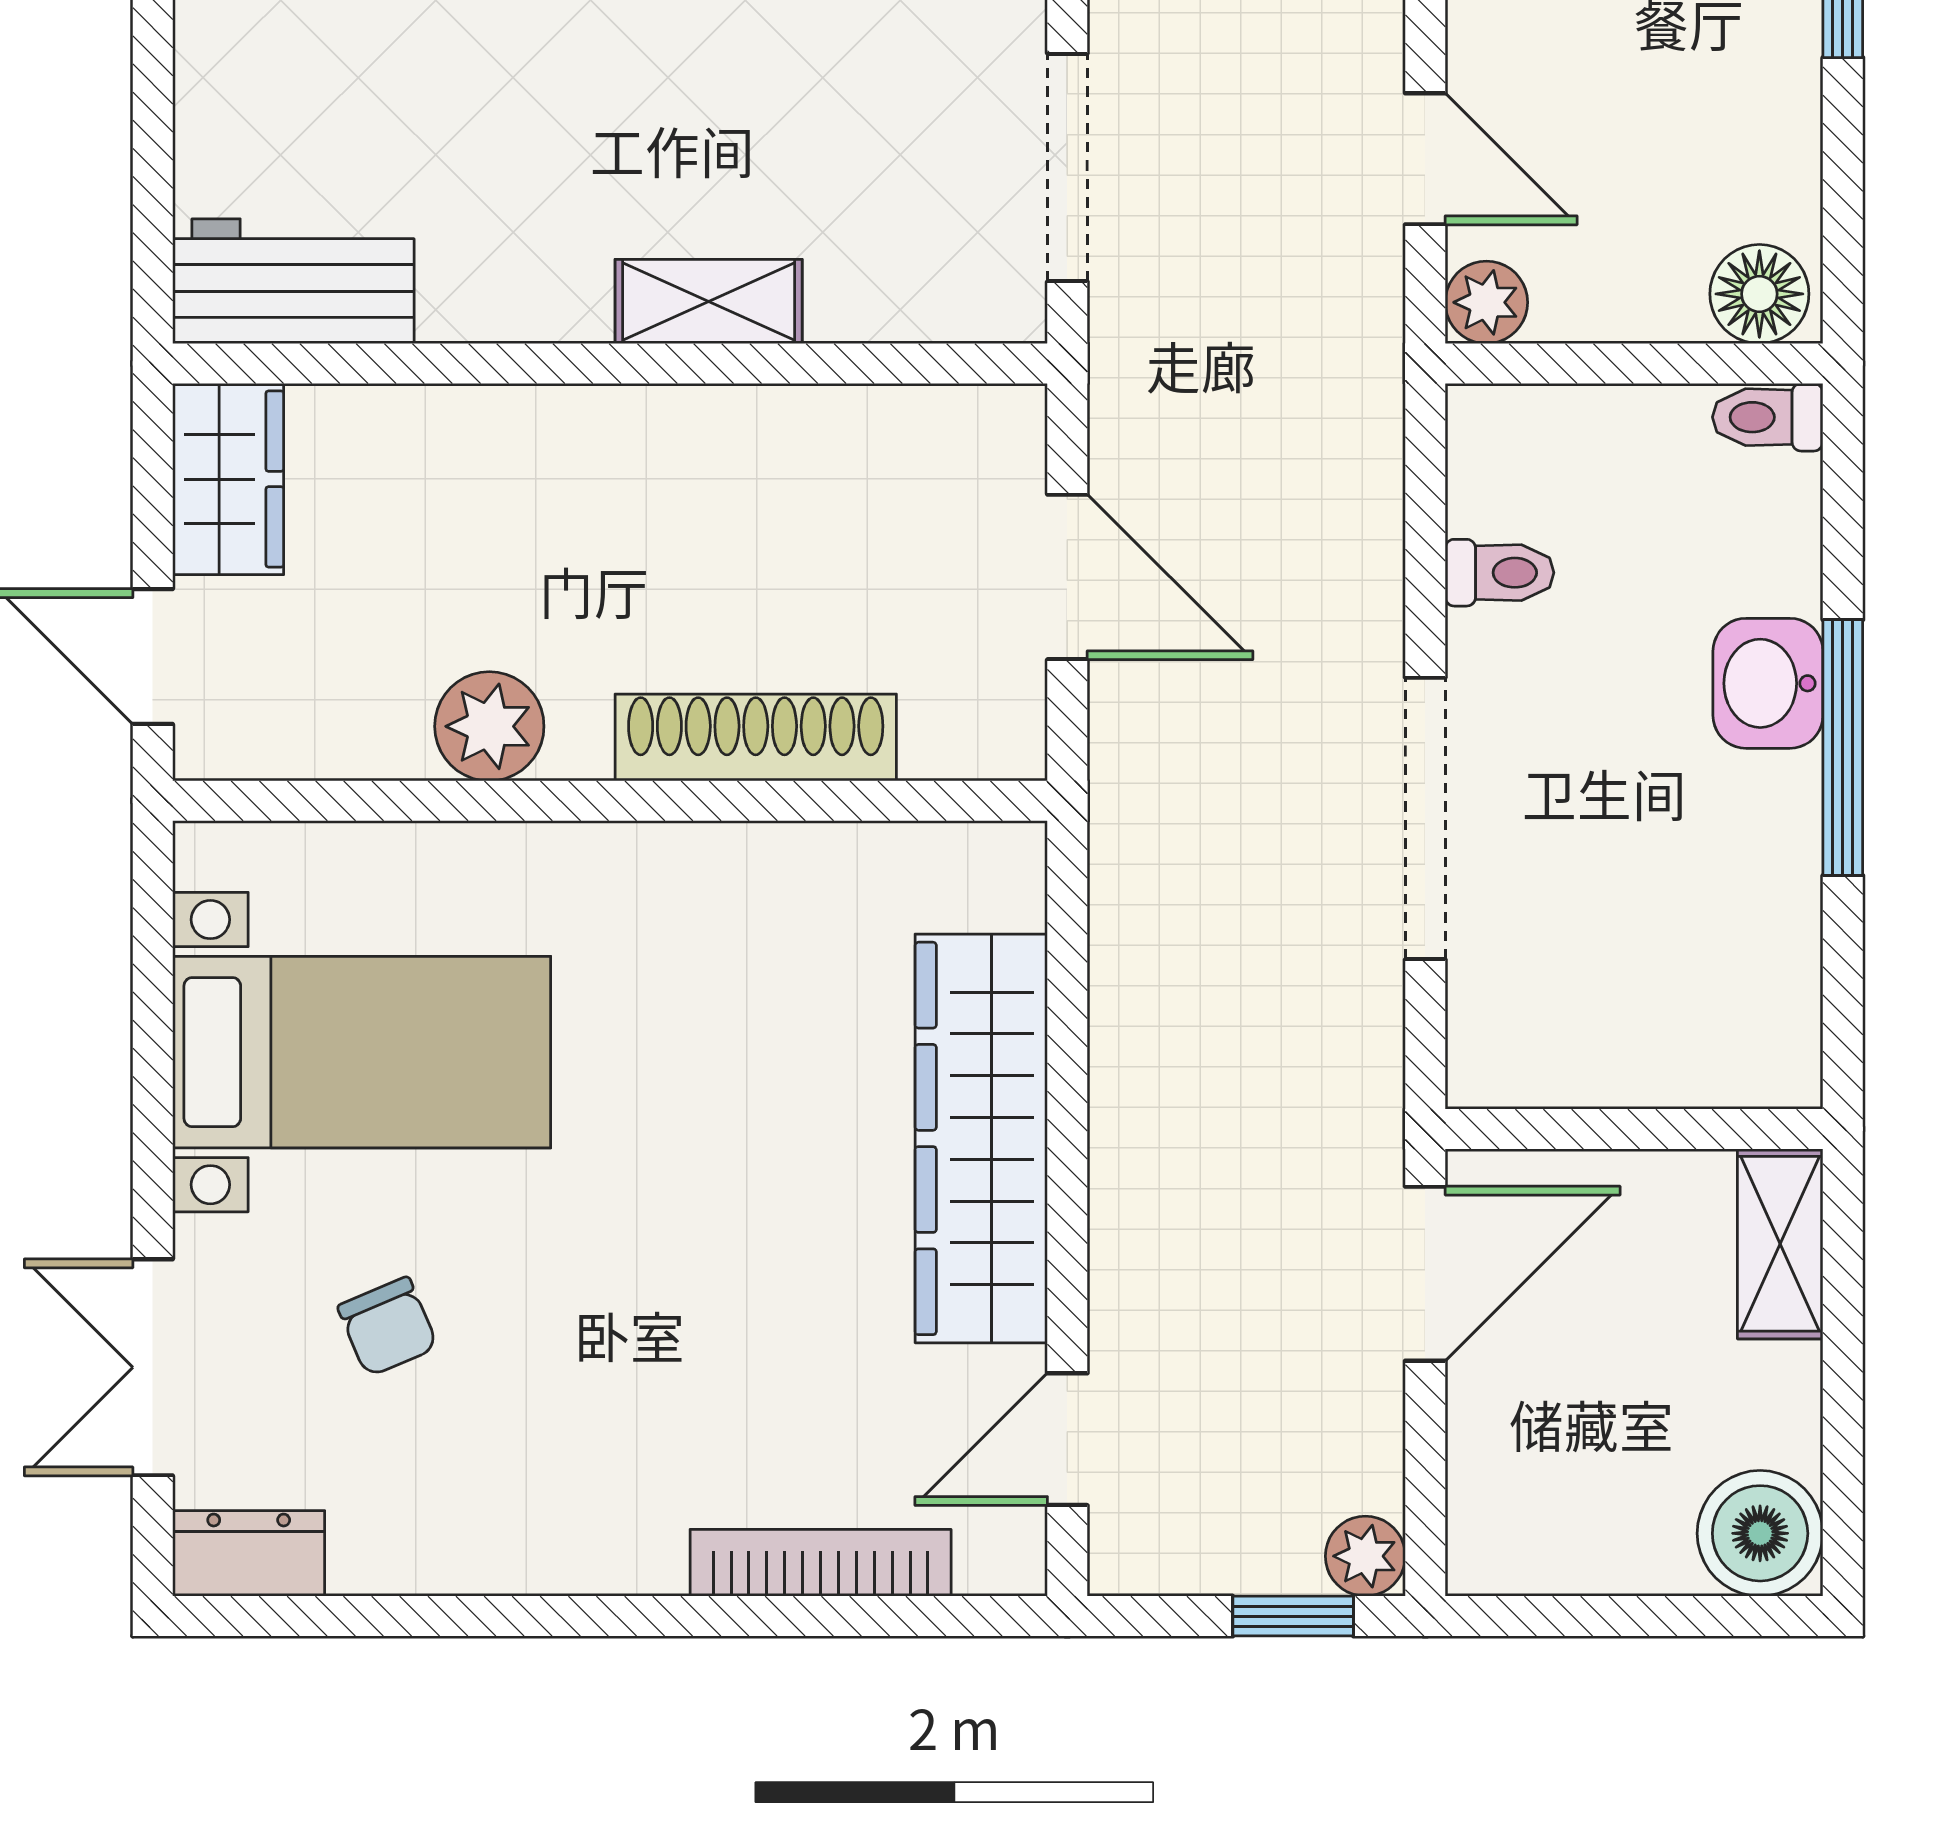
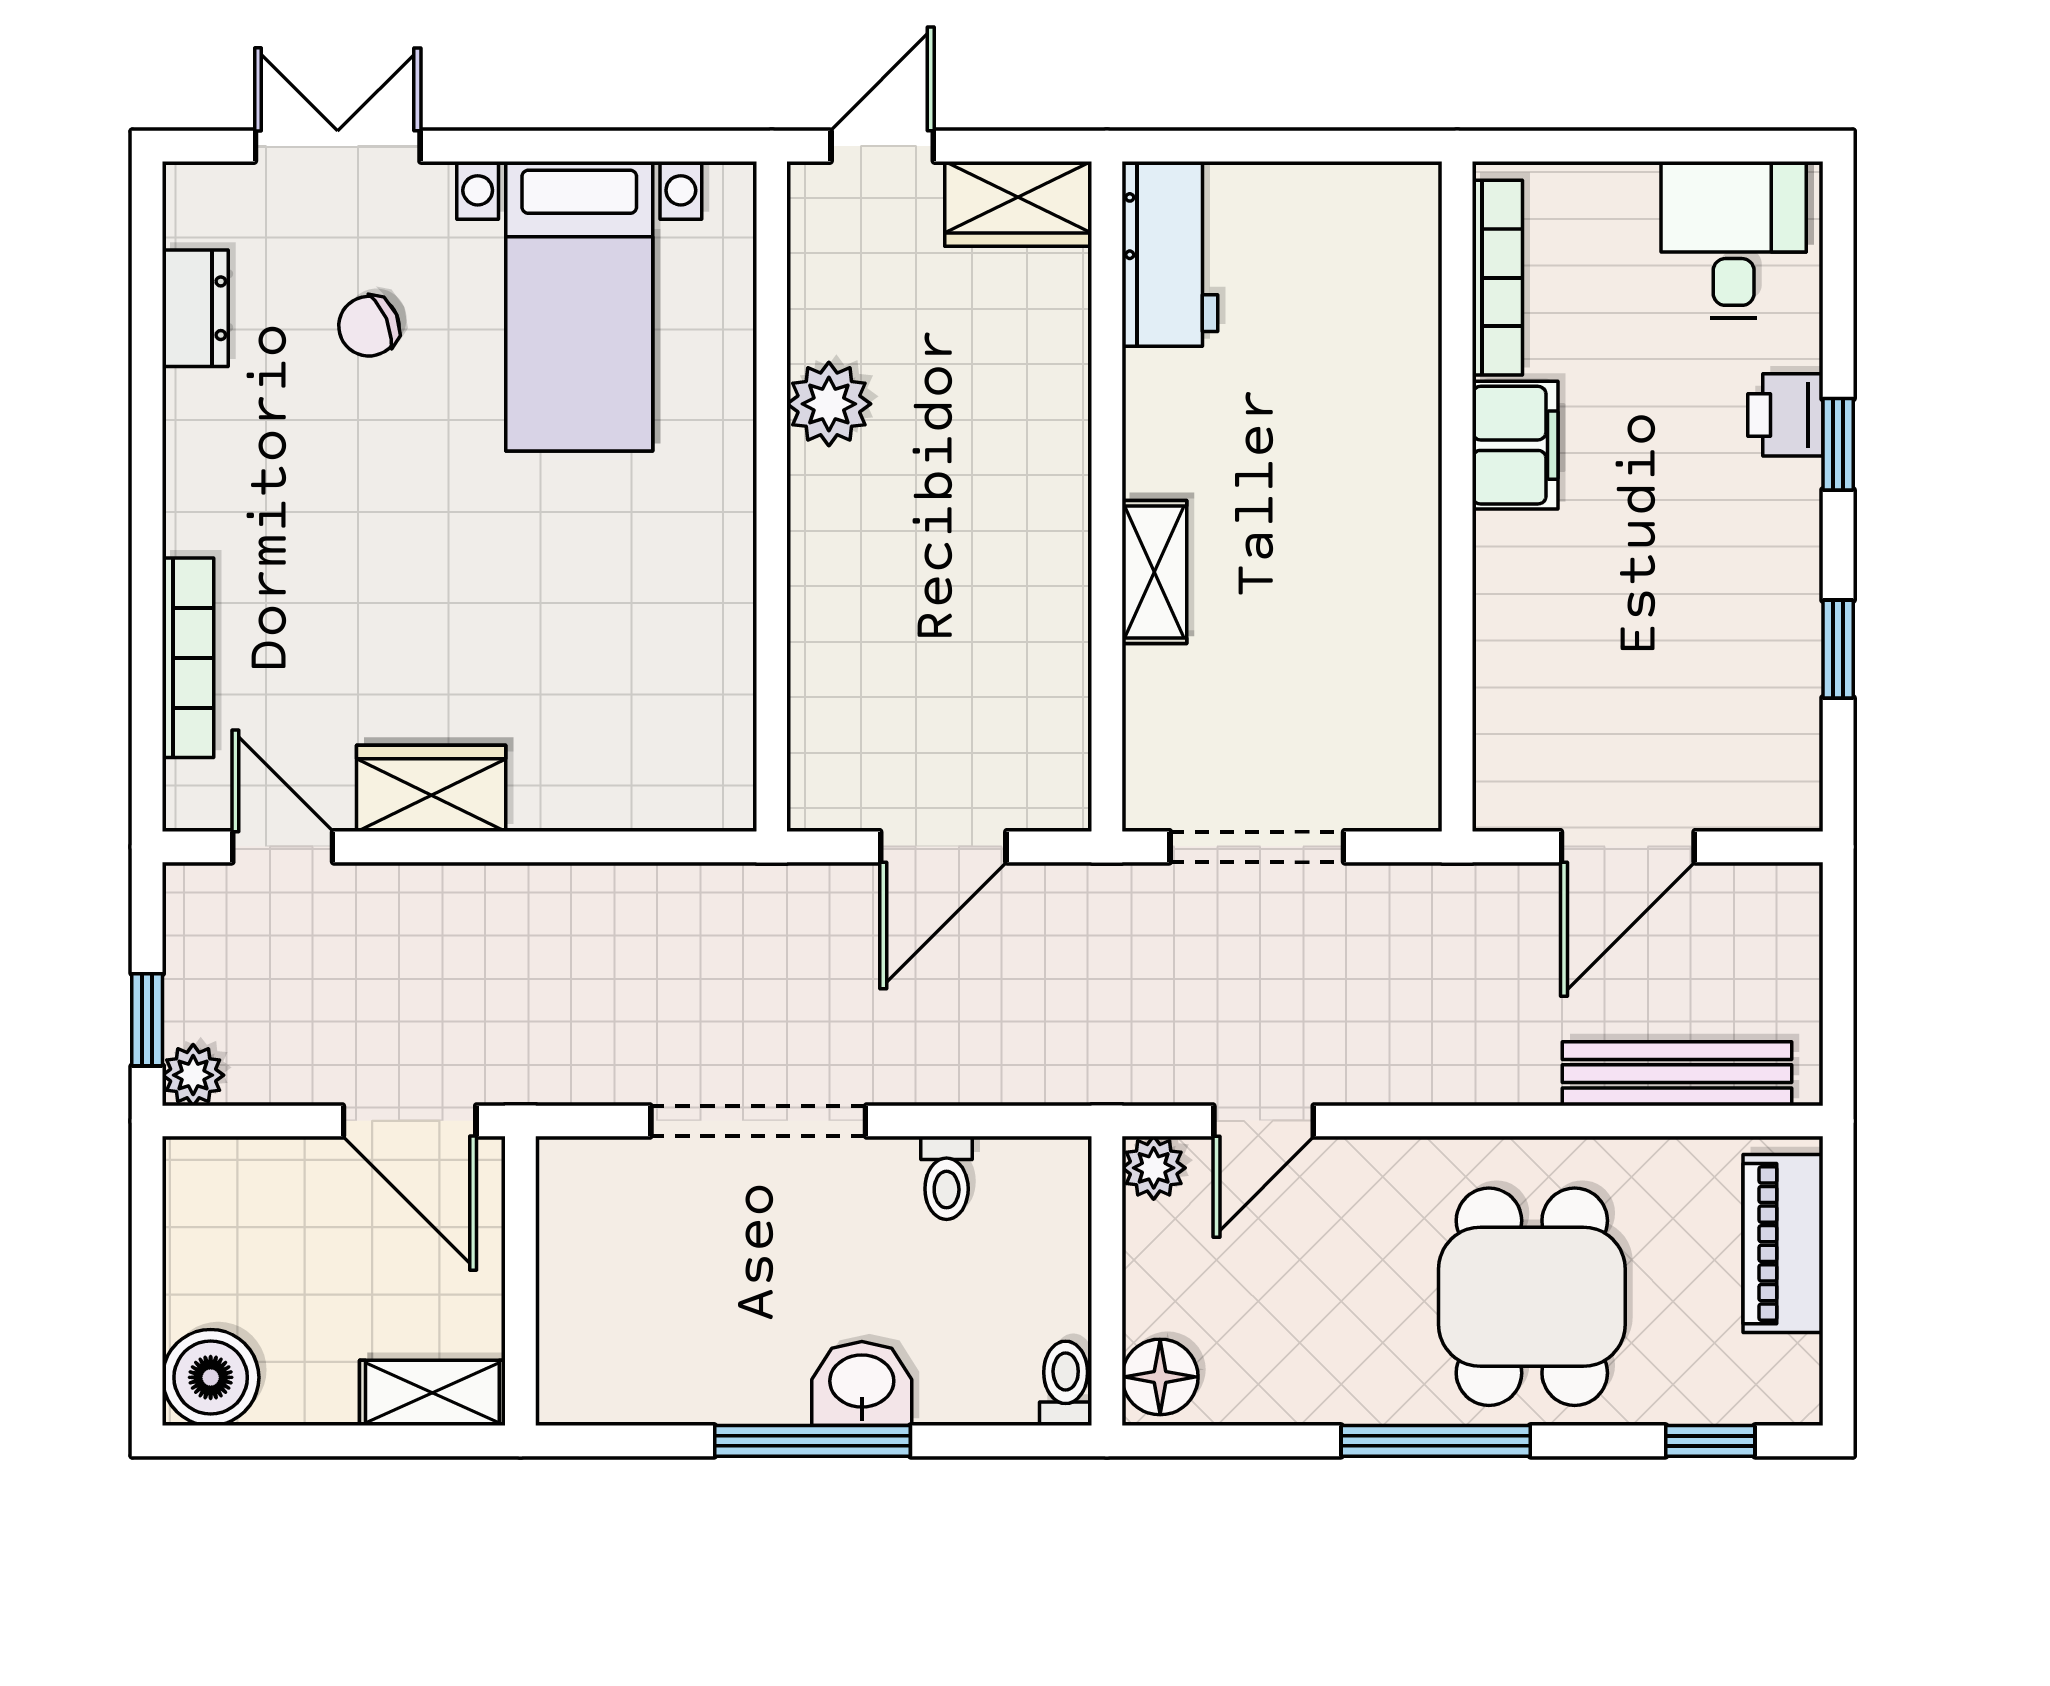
shoe rack: (756, 738) -> (820, 608), removed
wardrobe: (981, 1138) -> (431, 788), width x0.48, depth x0.85
dresser: (249, 1553) -> (195, 308), moved

